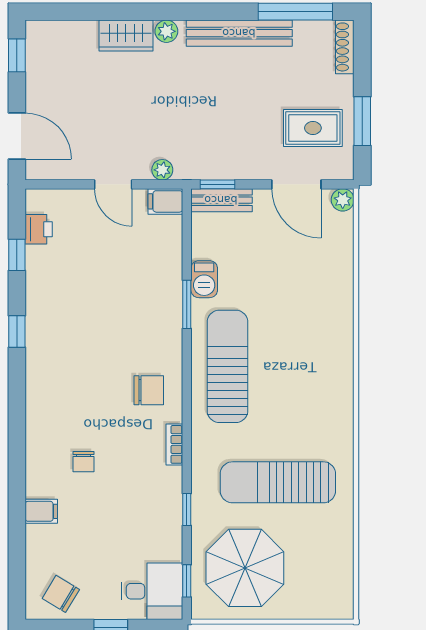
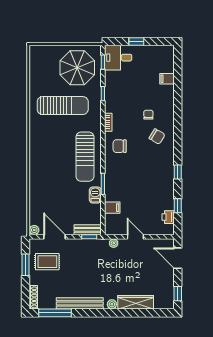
wardrobe: (126, 36) -> (136, 302), width x1.50
filing cabinet: (165, 201) -> (112, 208), moved
filing cabinet: (41, 511) -> (167, 79), moved
chair: (61, 594) -> (157, 137), moved

